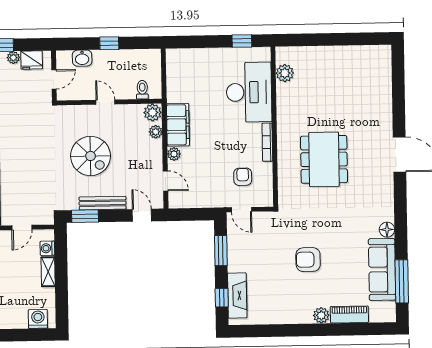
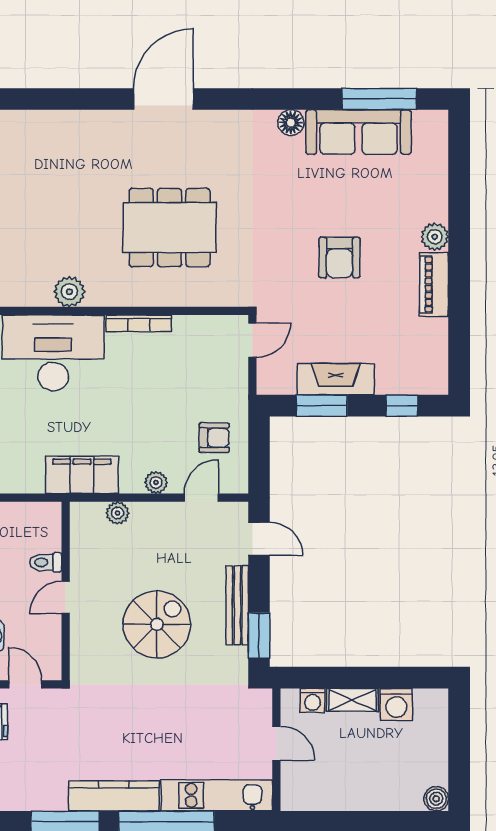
plant: (285, 73) -> (69, 292), moved
toilet: (142, 90) -> (46, 562), moved
plant: (153, 113) -> (85, 518), removed
filing cabinet: (178, 125) -> (82, 475), moved
armchair: (243, 177) -> (214, 438), moved, turned 180
door: (241, 210) -> (252, 340), moved
door: (142, 215) -> (259, 539), swing flipped
fireplace: (237, 296) -> (336, 379), moved
piano: (349, 314) -> (434, 285), moved
washing machine: (38, 319) -> (396, 704), moved, turned -90

